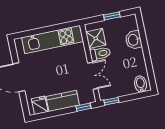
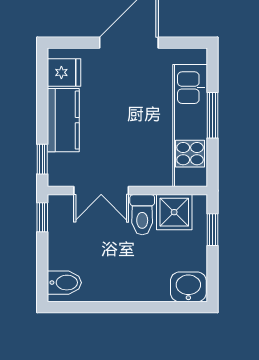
window: (112, 16) -> (212, 230), moved
window: (45, 30) -> (212, 115), added
washbasin: (133, 40) -> (188, 287), moved

